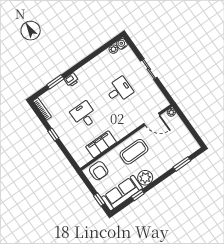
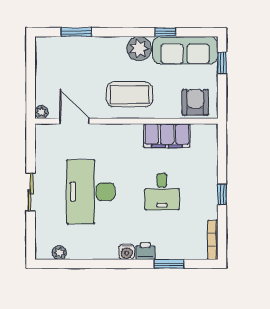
water cooler: (122, 44) -> (127, 252), moved
desk: (119, 90) -> (91, 192), width x1.87, depth x1.30

